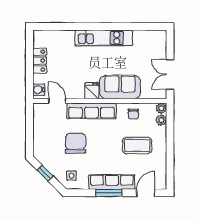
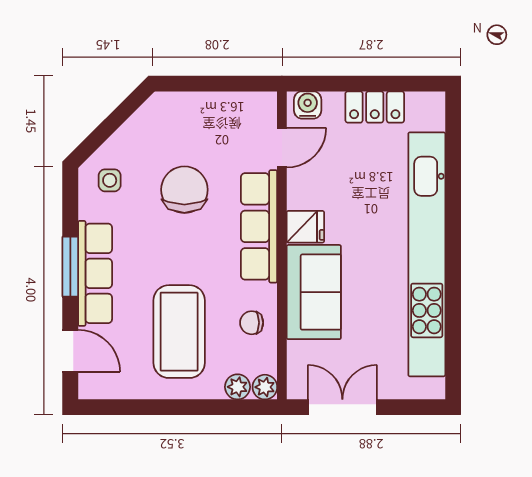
kitchen unit: (104, 38) -> (427, 254), width x1.86
chair: (76, 143) -> (184, 190), turned -90
coffee table: (137, 145) -> (179, 332), width x1.36, depth x1.32
window: (45, 173) -> (116, 119), removed

